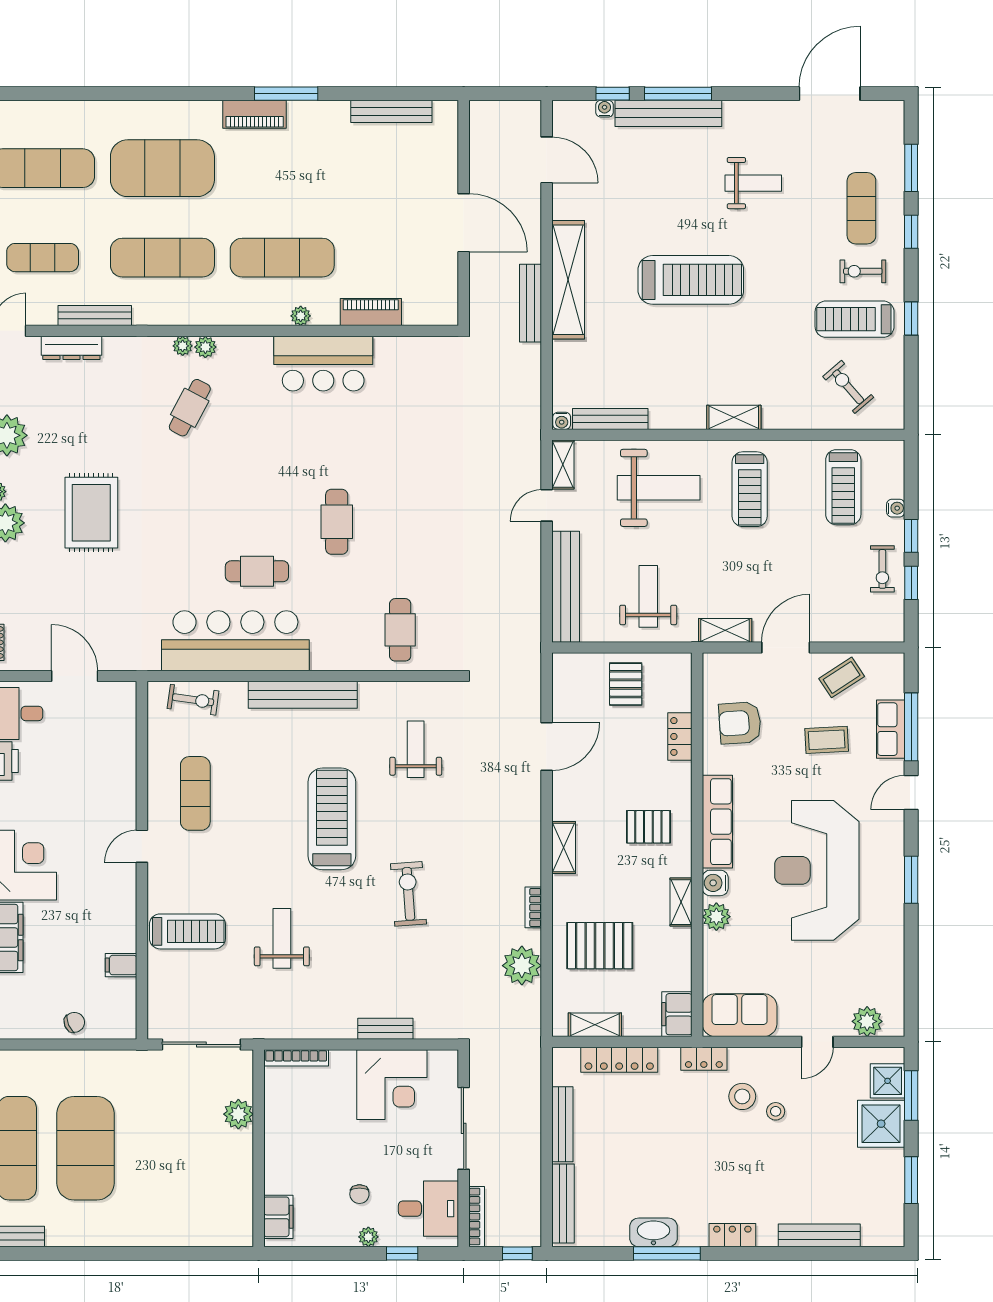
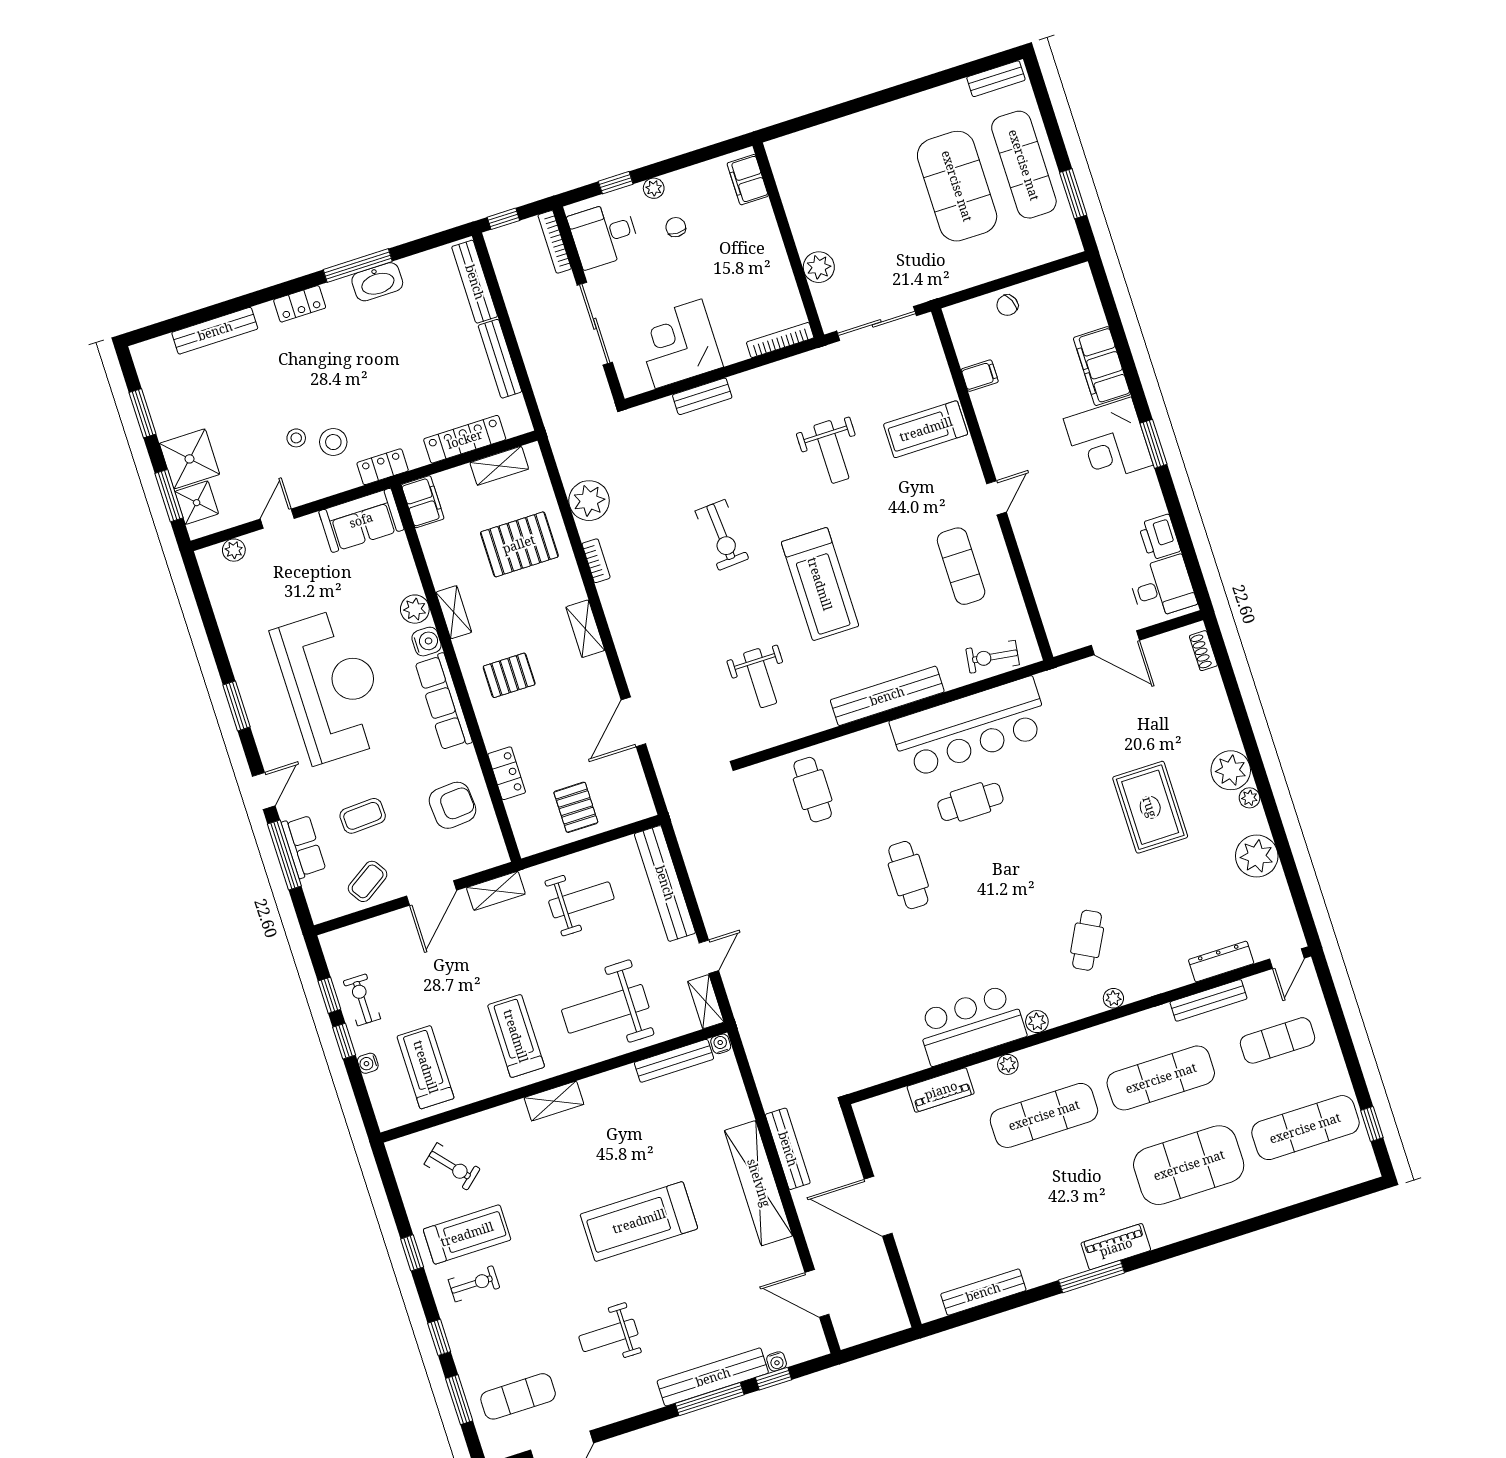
exercise mat: (861, 208) -> (518, 1396), moved, turned 90
plant: (205, 347) -> (1037, 1022), moved
weight bench: (648, 596) -> (581, 900), turned -90
plant: (867, 1021) -> (234, 550), width x0.73, depth x0.73

